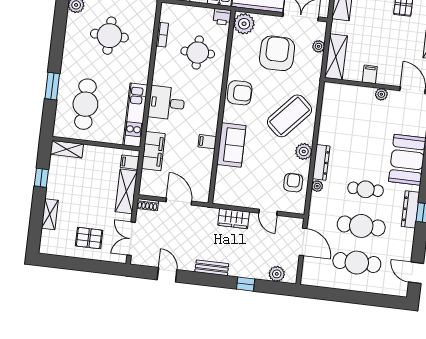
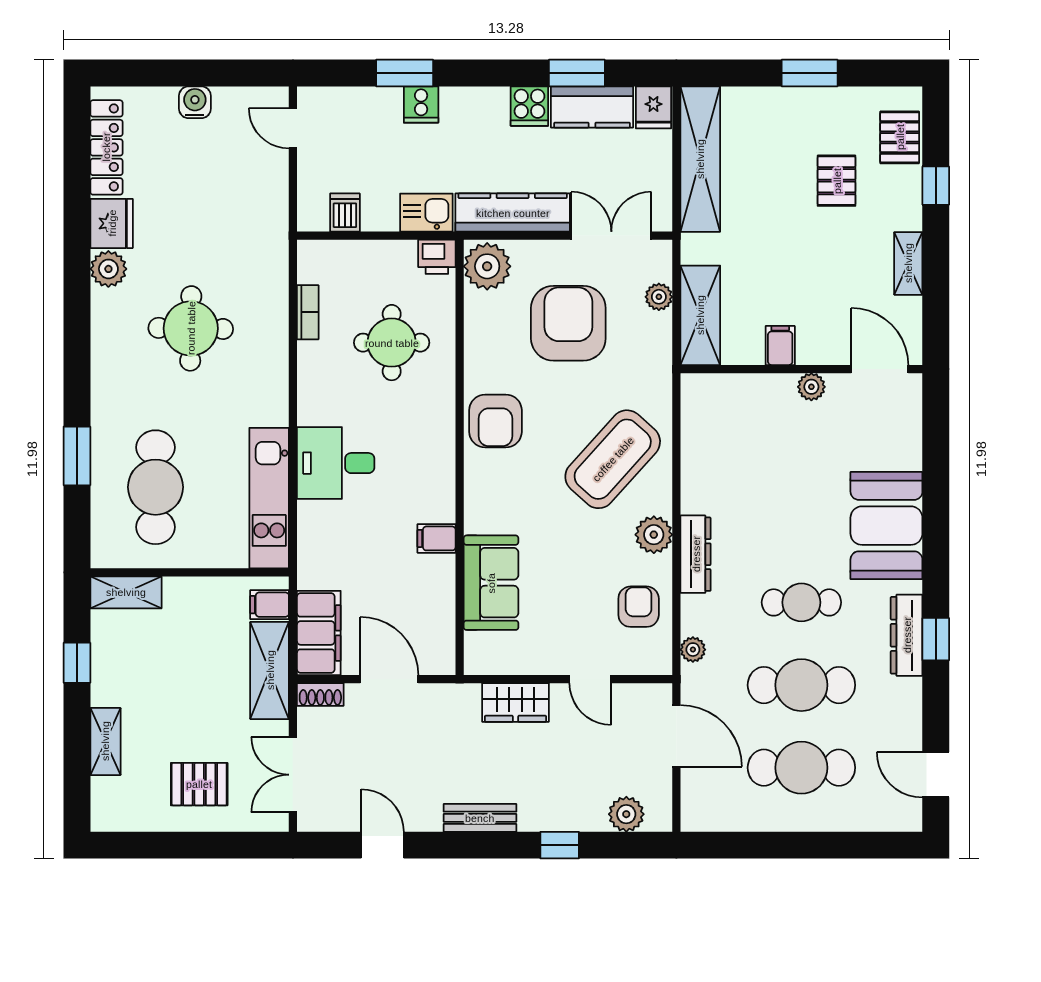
armchair: (240, 93) -> (495, 421), turned 90
sofa: (231, 145) -> (491, 583), moved
filing cabinet: (153, 151) -> (319, 633), moved
plant: (317, 186) -> (693, 650), moved

